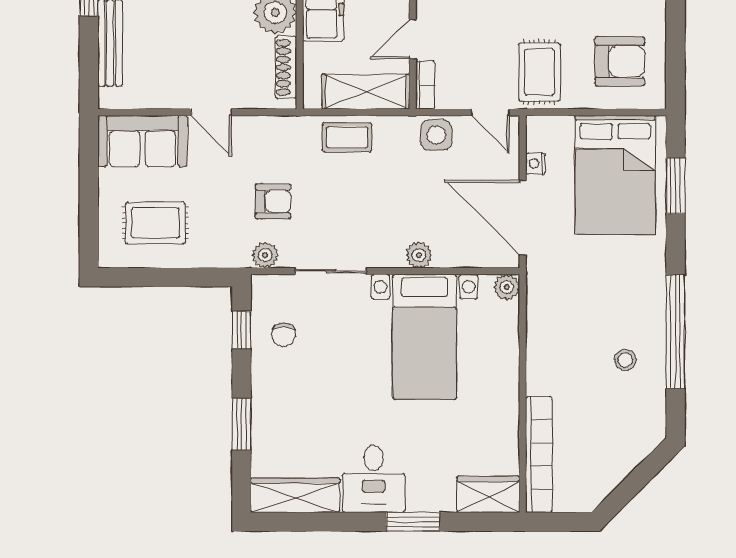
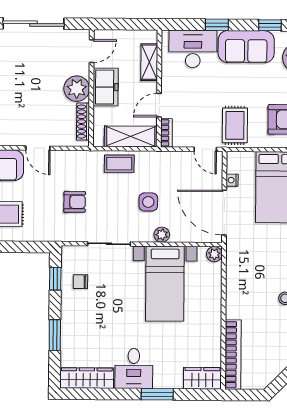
side table: (436, 135) -> (148, 202), moved
plant: (265, 255) -> (70, 234), removed
chair: (284, 335) -> (80, 282), turned 90

